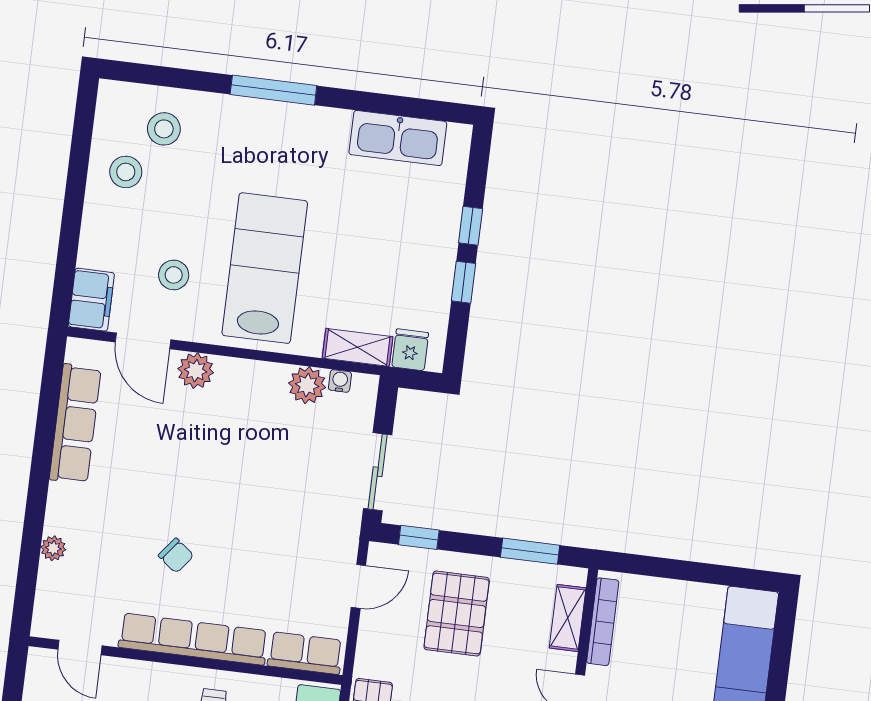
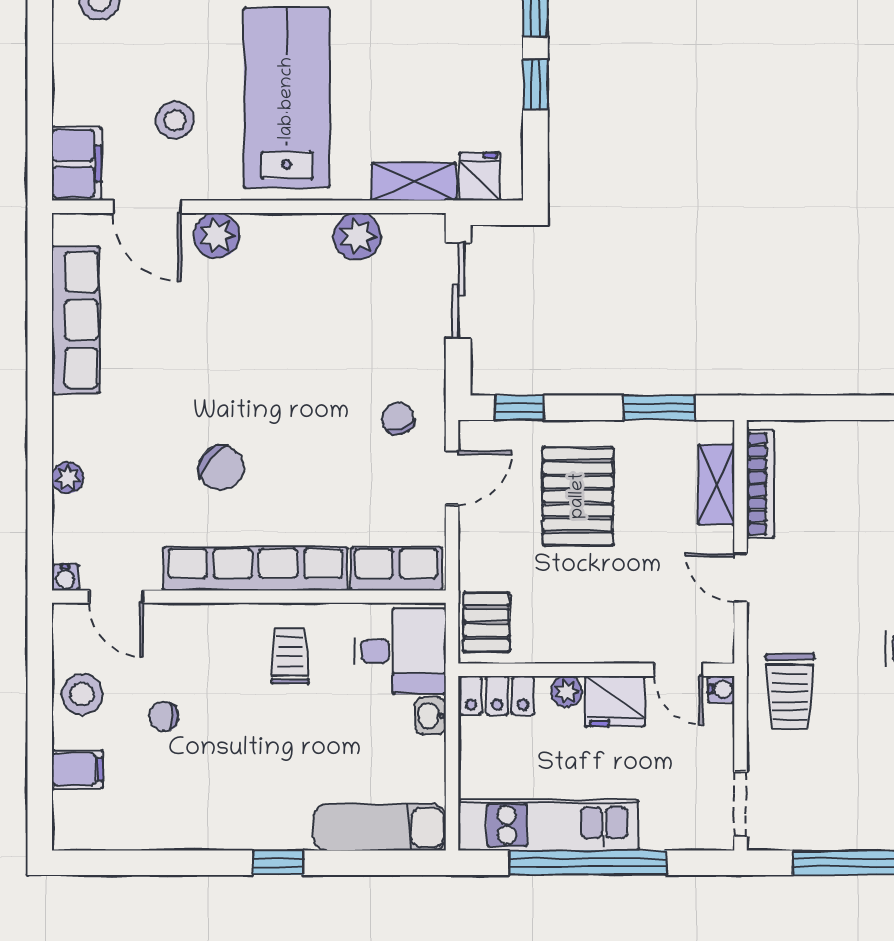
water cooler: (340, 381) -> (65, 577), moved, turned 180
sliding door: (378, 472) -> (458, 290), moved
chair: (321, 534) -> (398, 419), added
chair: (176, 556) -> (221, 468), width x1.37, depth x1.37

